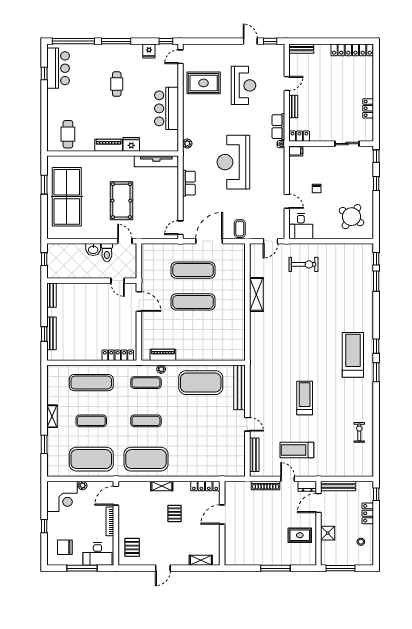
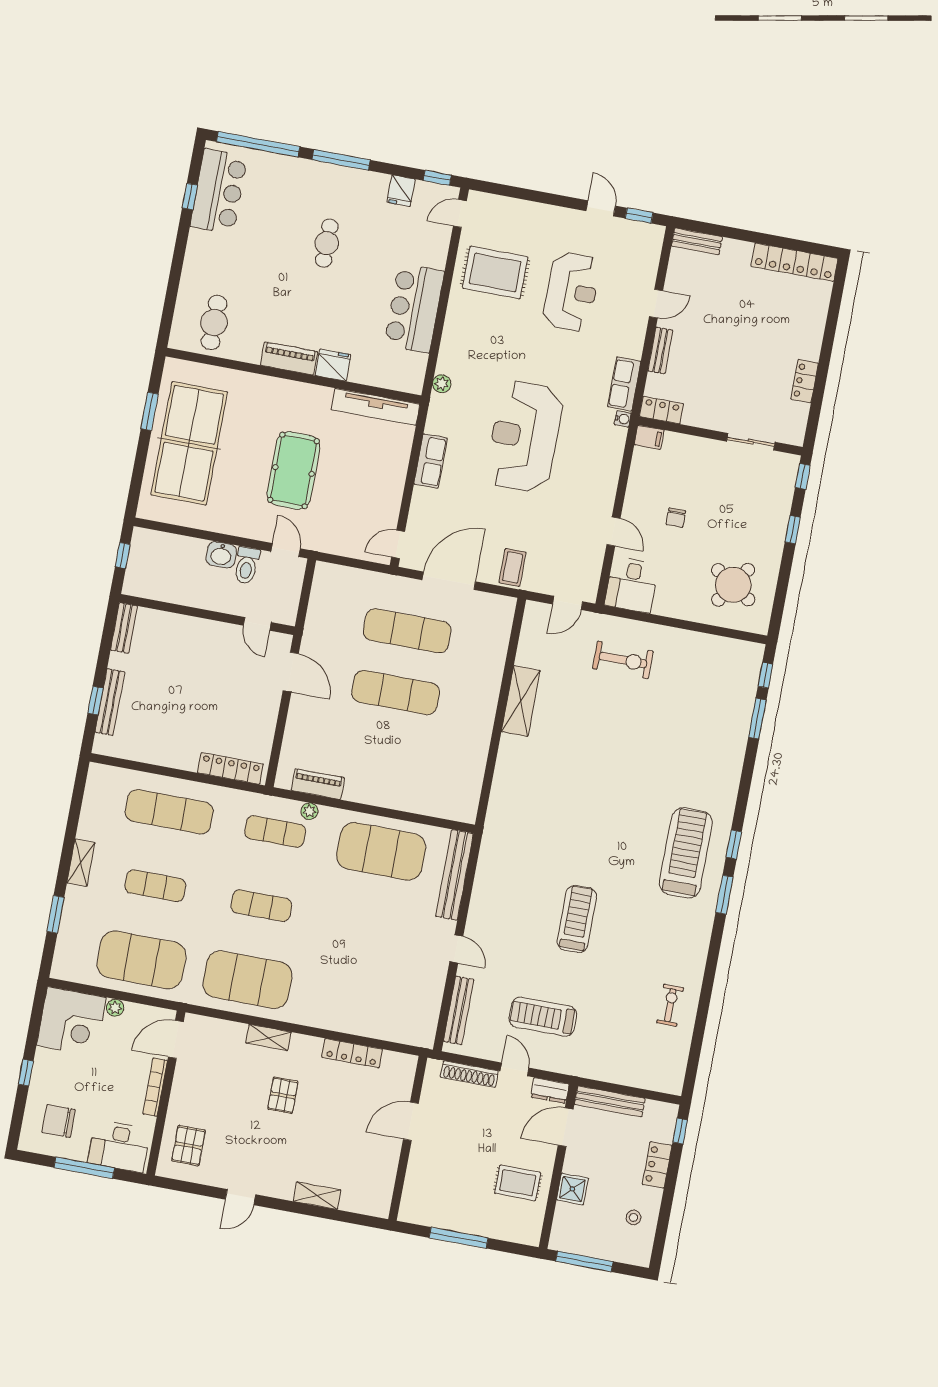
door: (222, 515) -> (411, 1121), moved
wall: (222, 523) -> (408, 1138), moved

